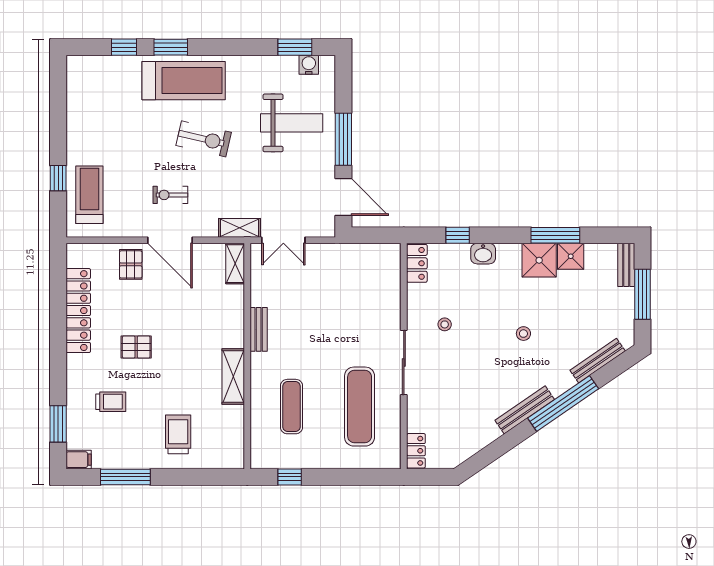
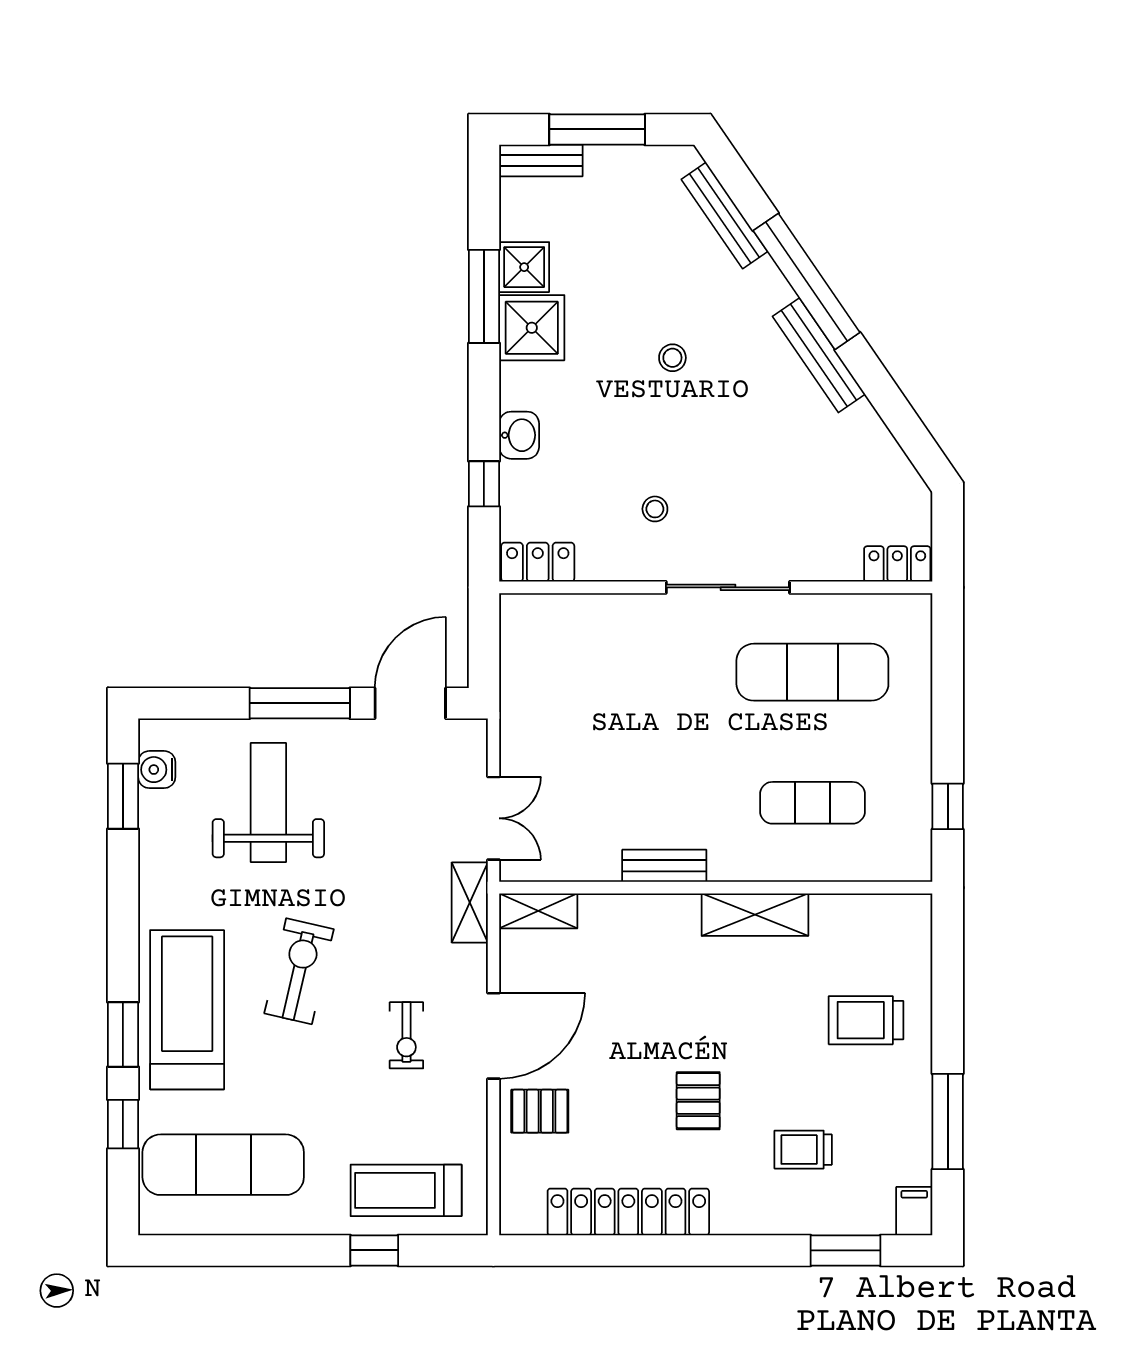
exercise mat: (103, 99) -> (223, 1165), added
trolley: (111, 402) -> (803, 1150), turned -90

